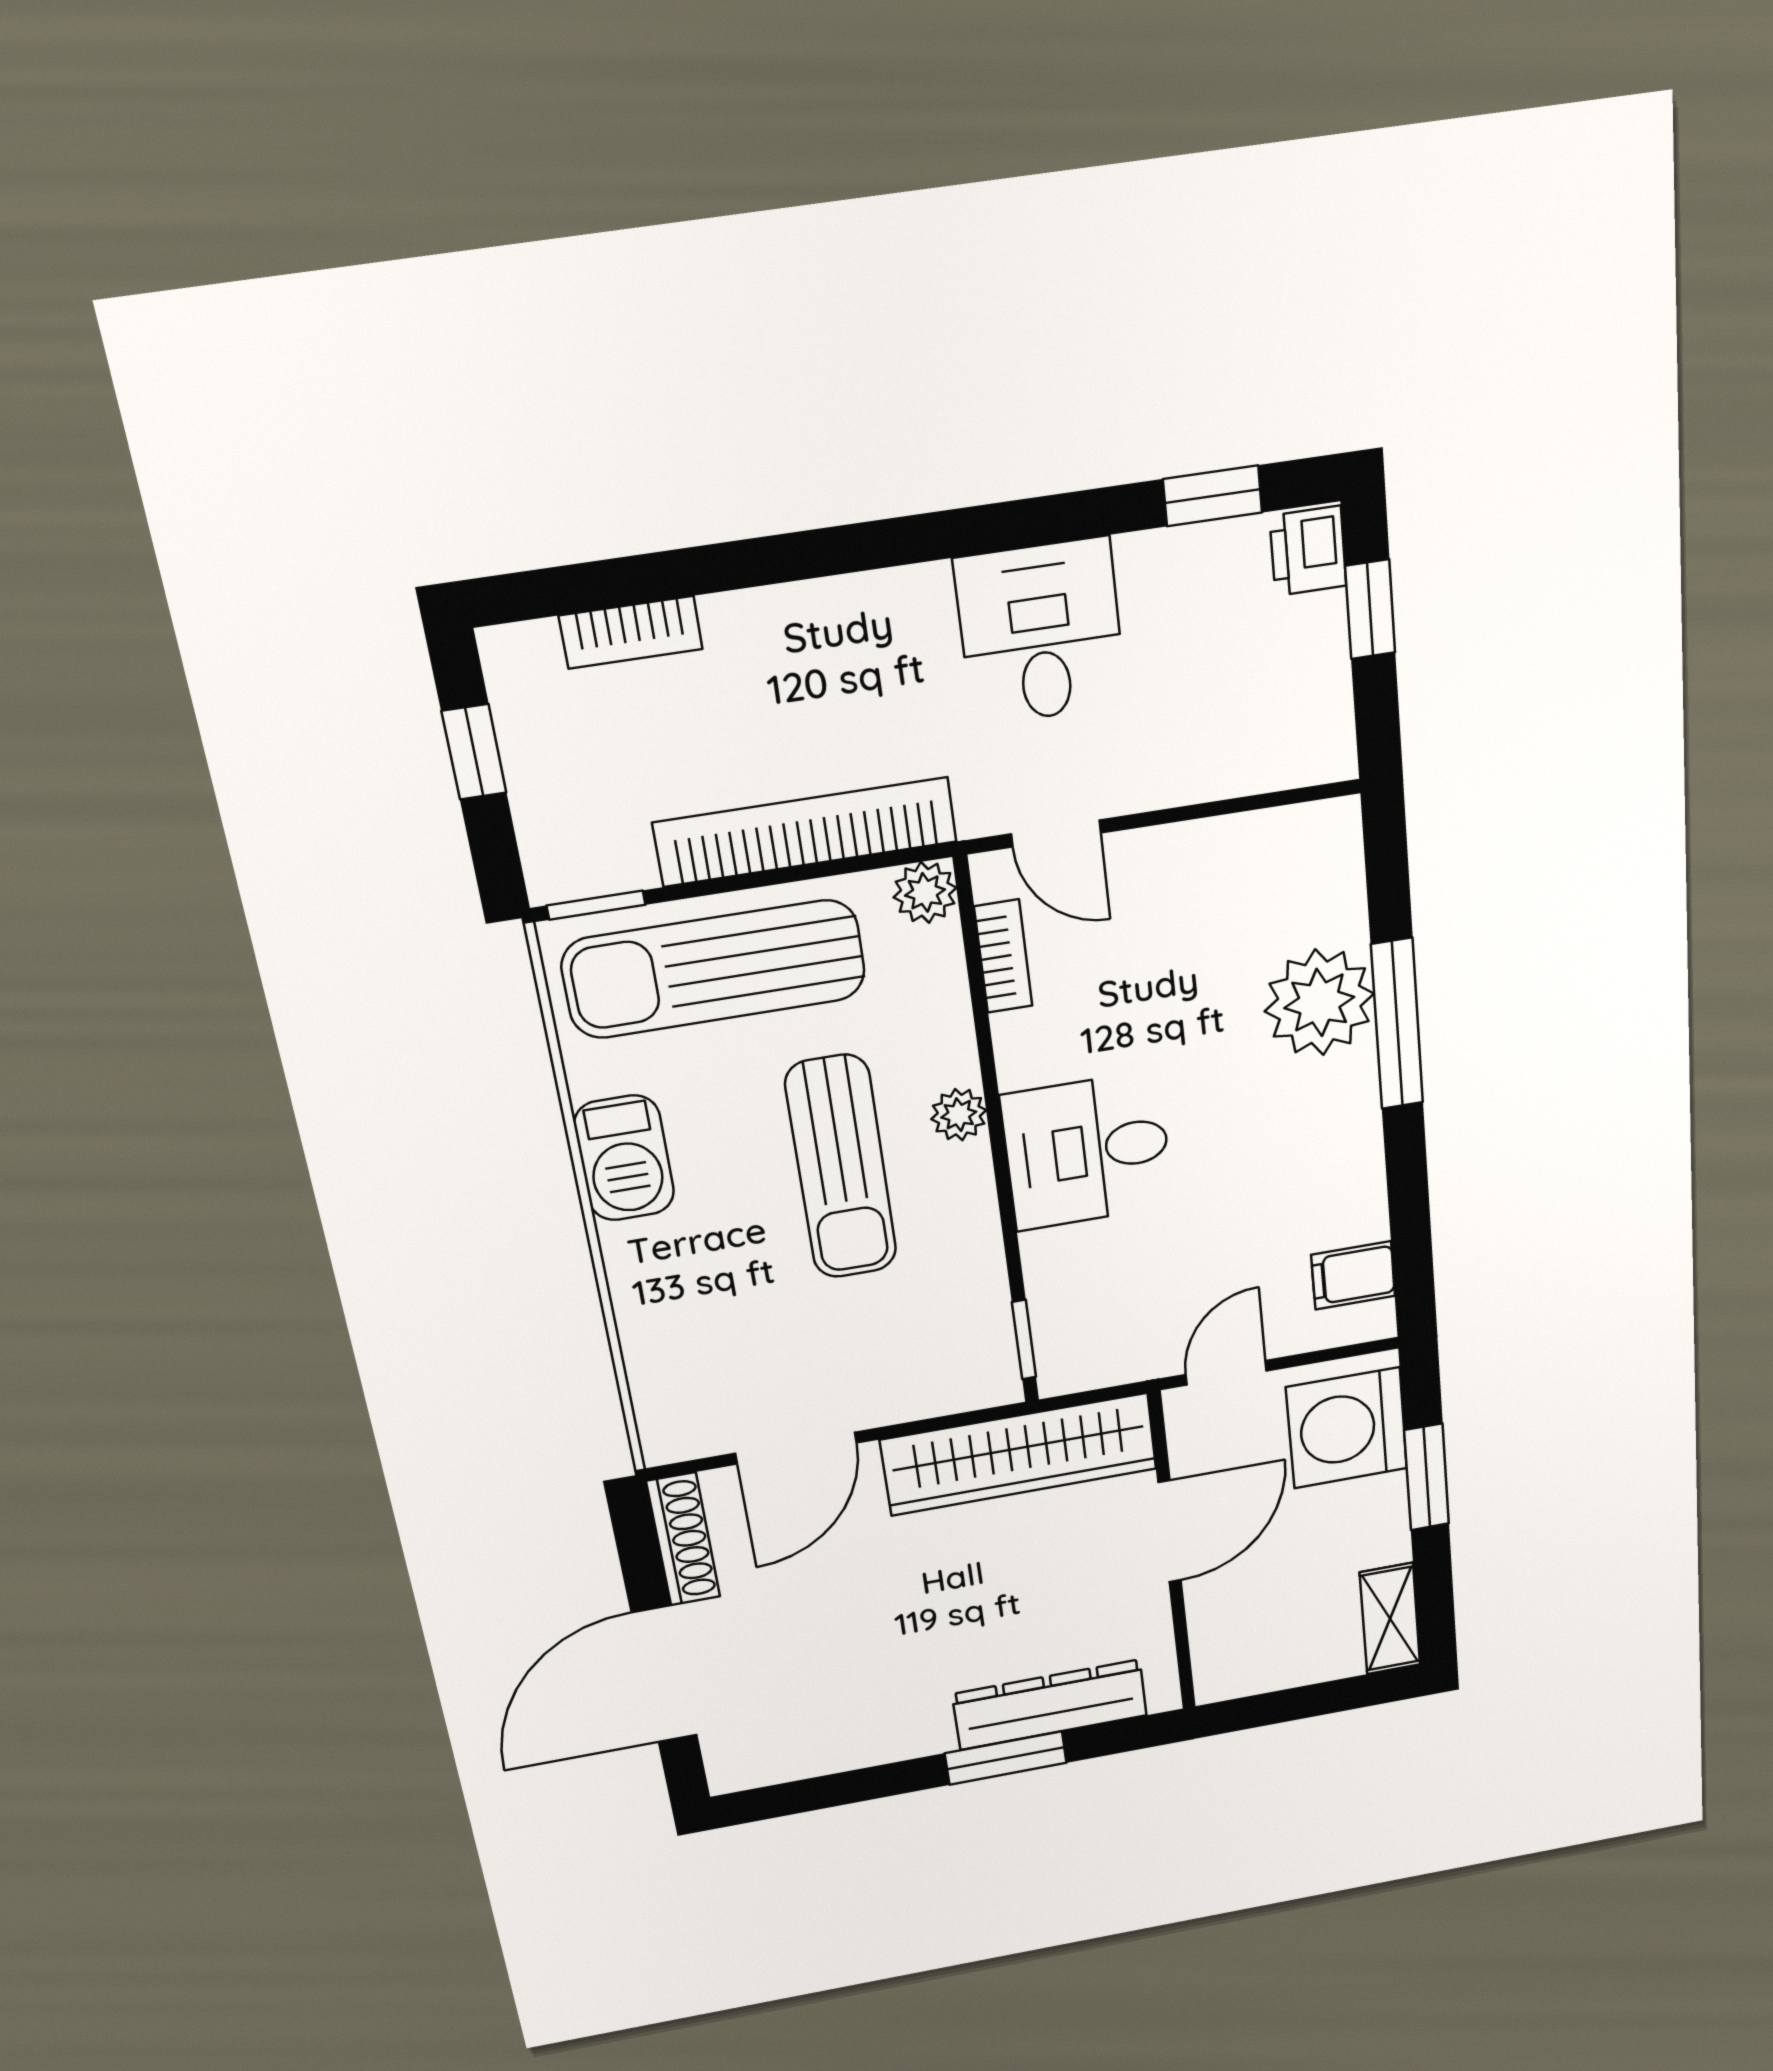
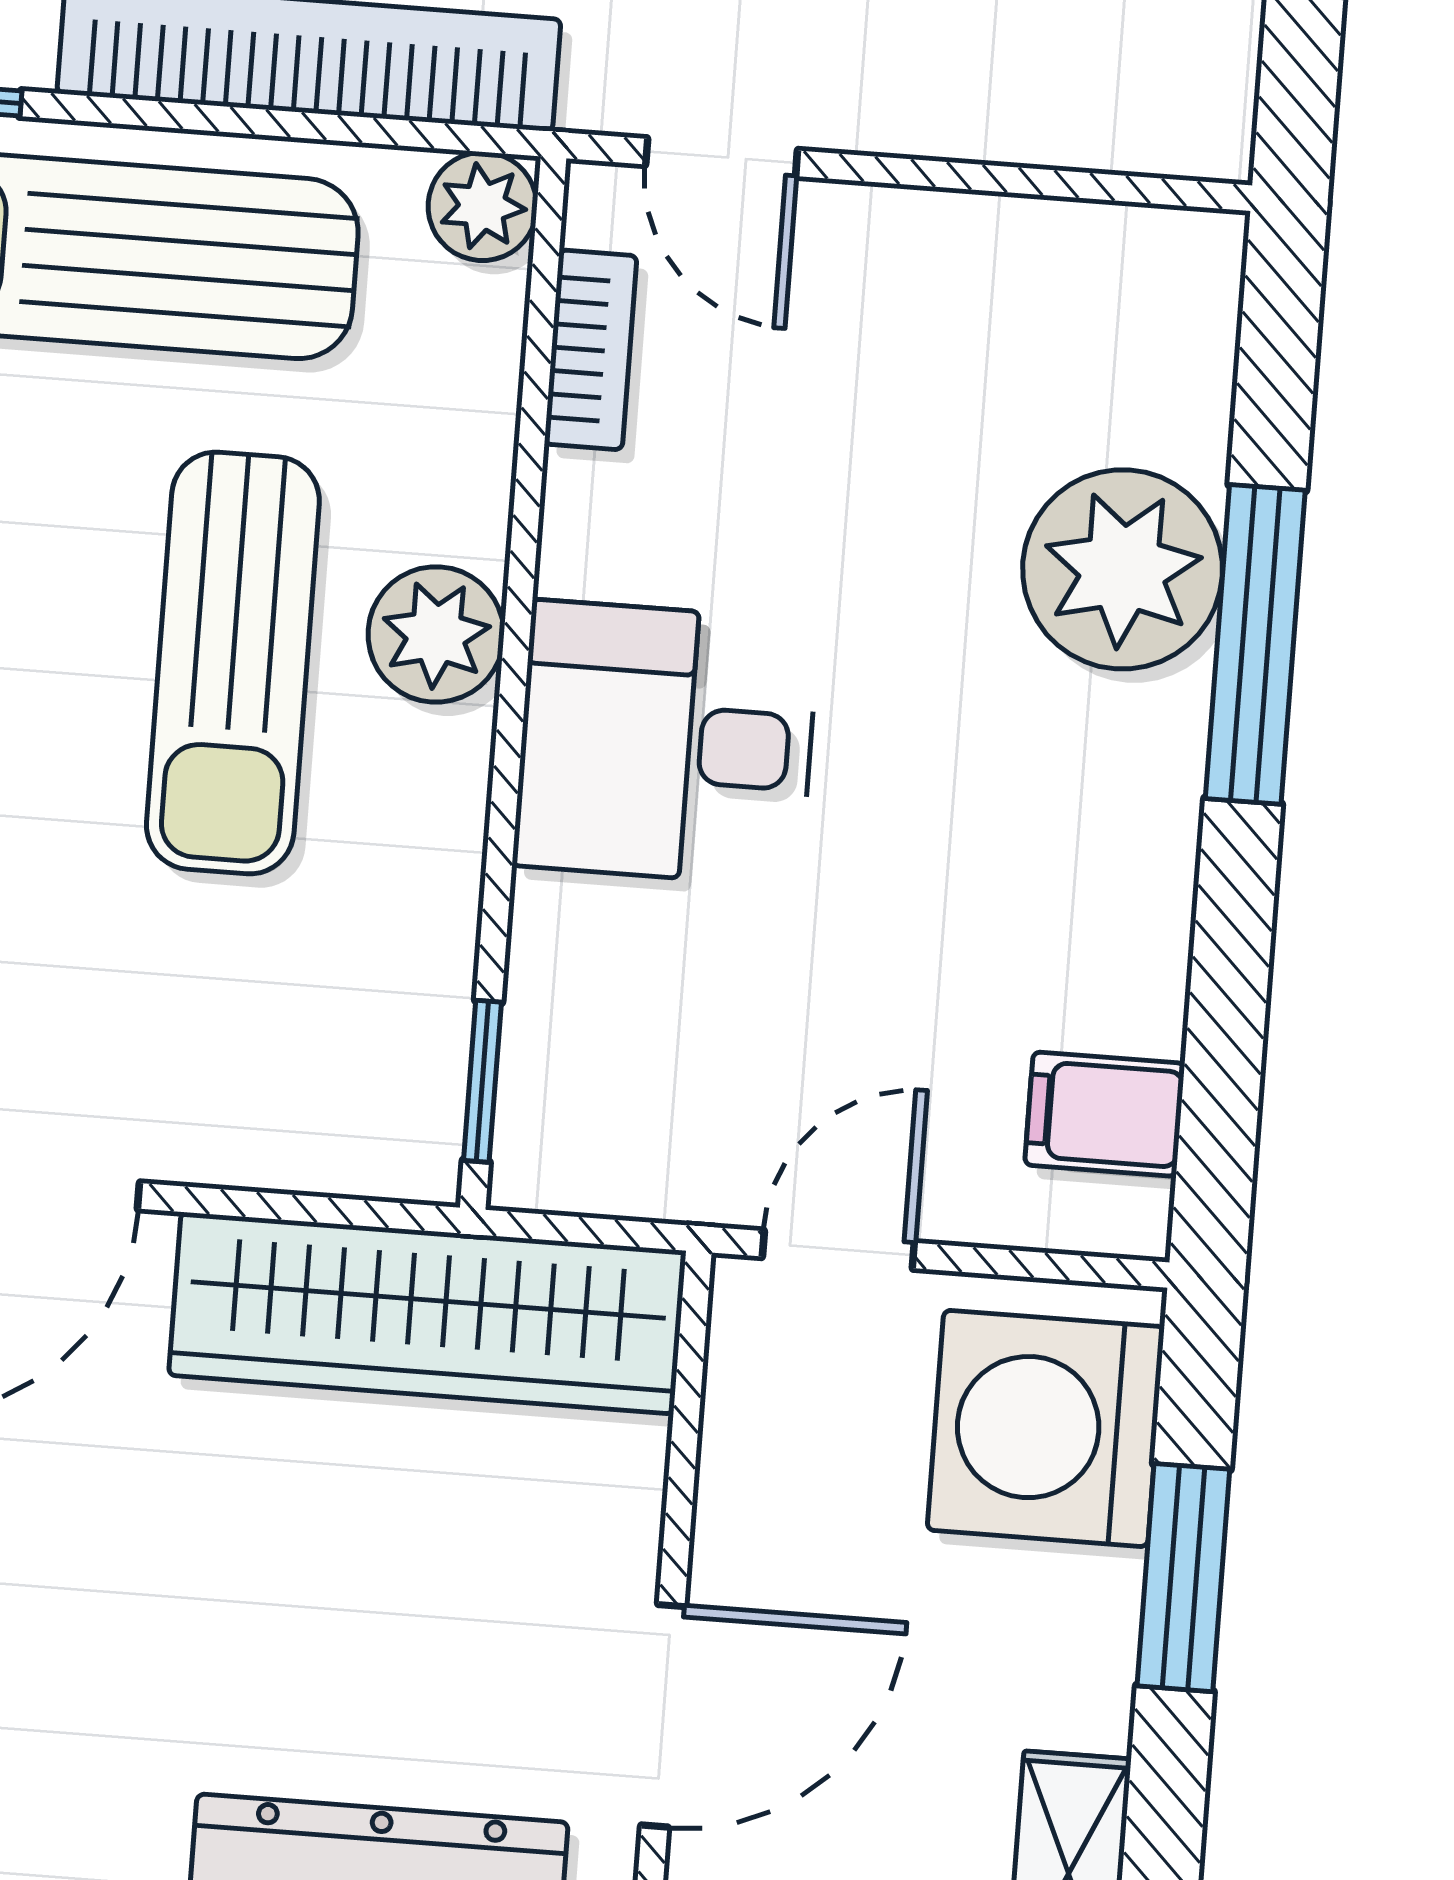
plant: (959, 1115) -> (436, 634), width x1.38, depth x1.38
door: (1170, 1531) -> (663, 1716), moved

